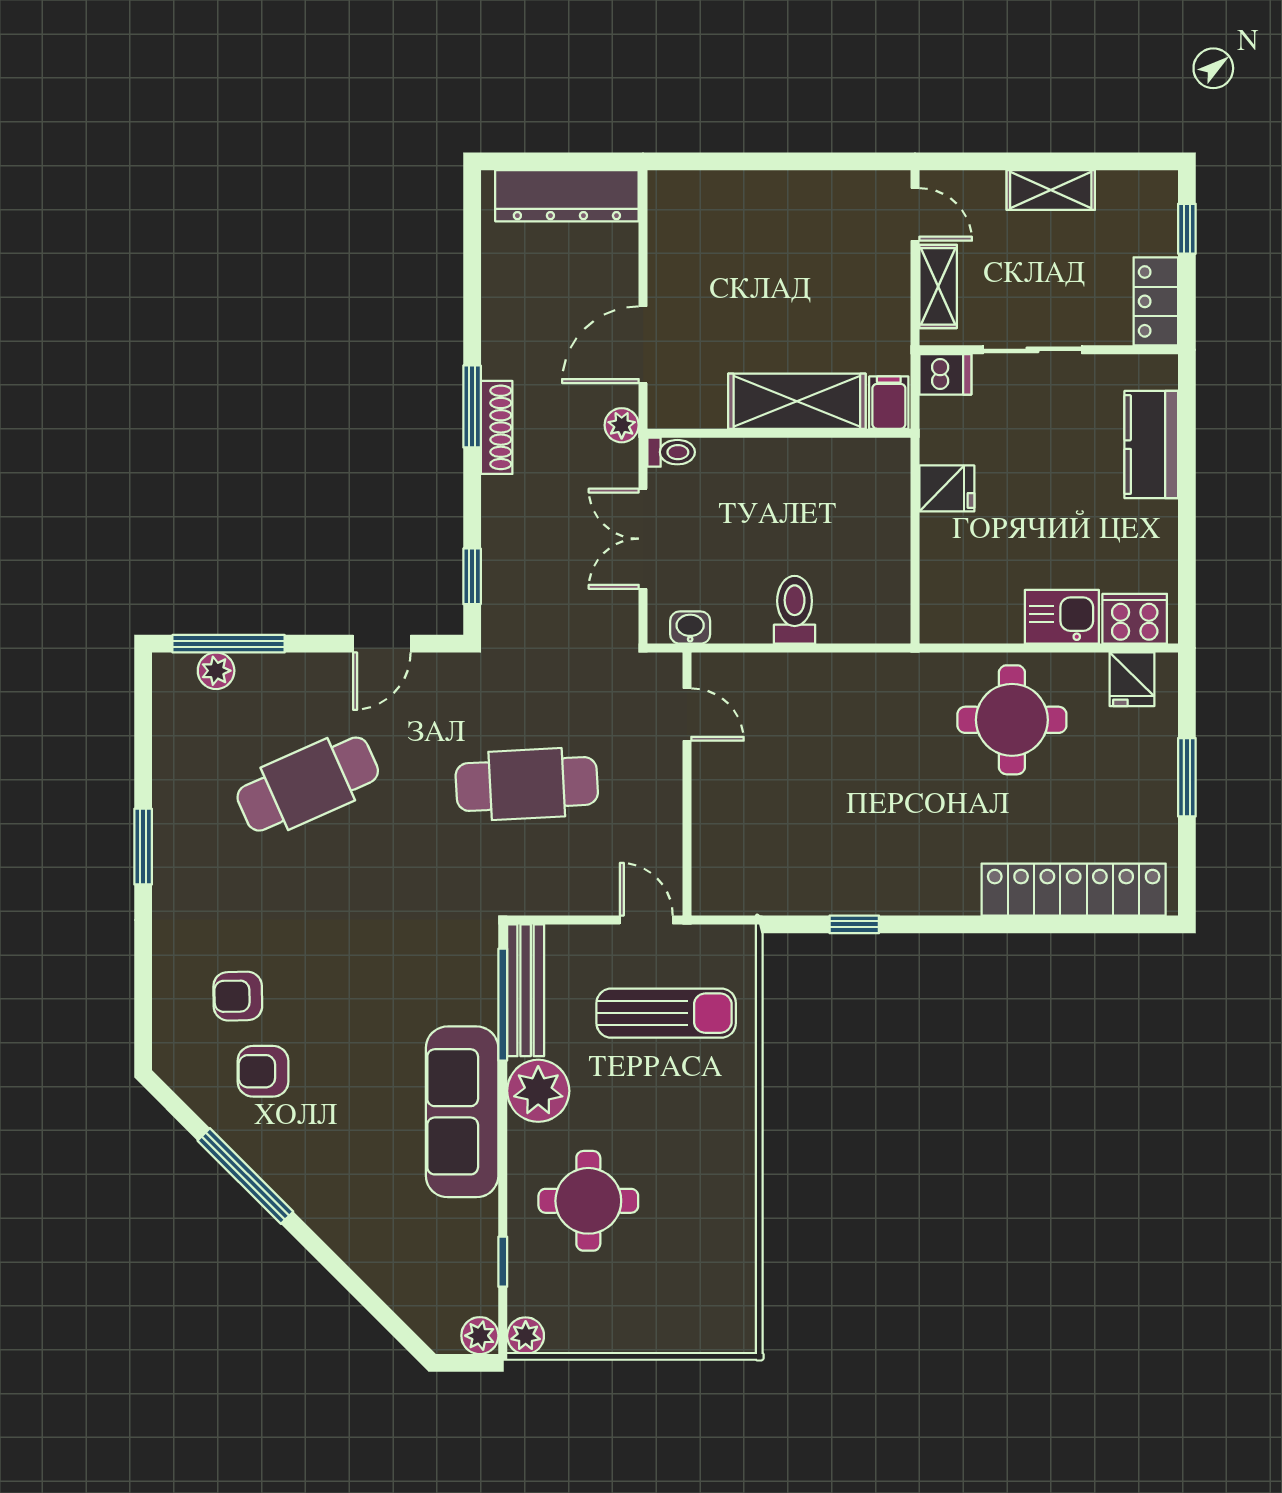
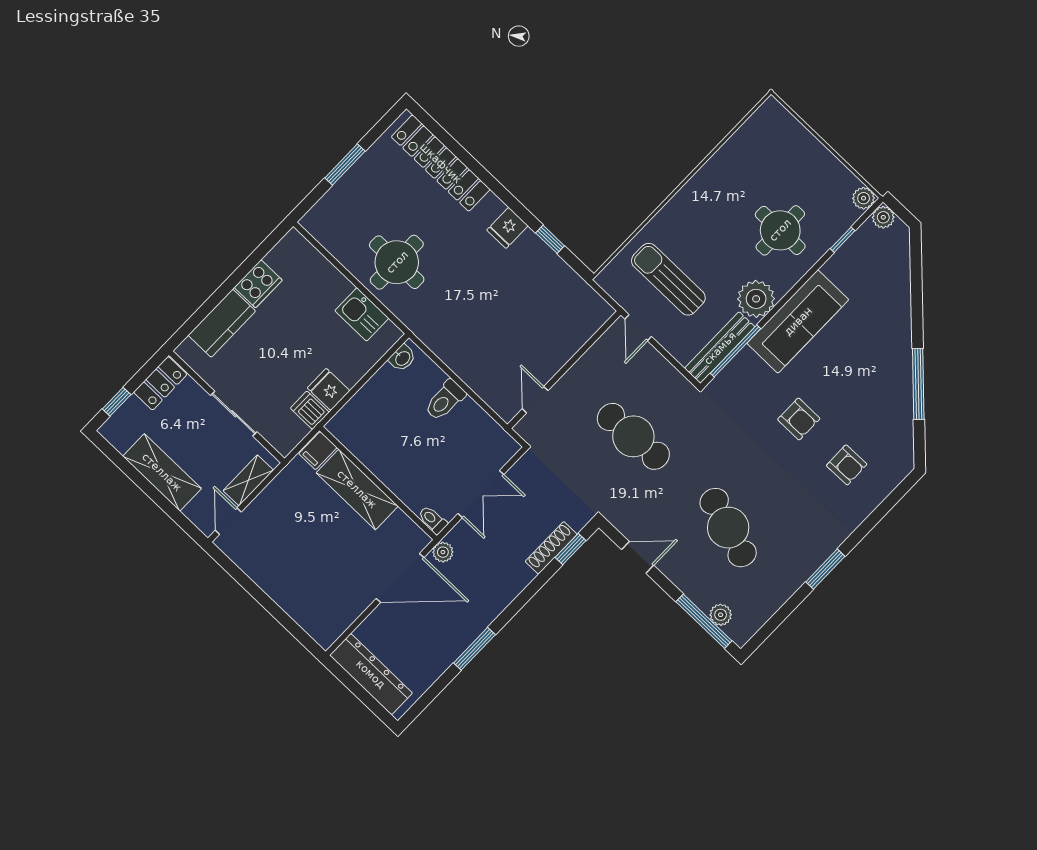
shelving: (1051, 190) -> (162, 472), width x1.50, depth x1.33
door: (643, 345) -> (400, 578), width x1.36
dishwasher: (945, 374) -> (310, 410), moved
window: (472, 406) -> (474, 649), moved
shoe rack: (497, 427) -> (551, 548), moved
kitchen sink: (1062, 617) -> (362, 314), moved
cooker: (1135, 619) -> (258, 284), moved, turned -90
washbasin: (690, 628) -> (402, 358), moved, turned -90
fridge: (1132, 679) -> (507, 228), moved, turned 180
cafe table: (308, 784) -> (728, 528), turned 42
armchair: (263, 1071) -> (799, 419), moved

